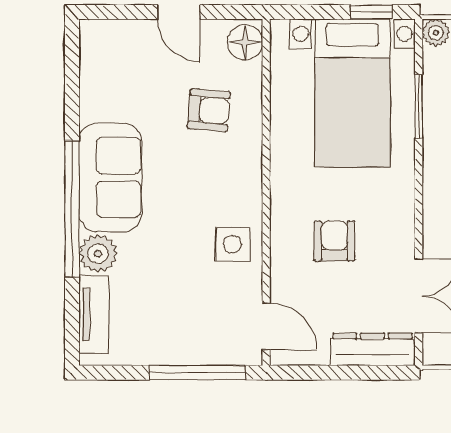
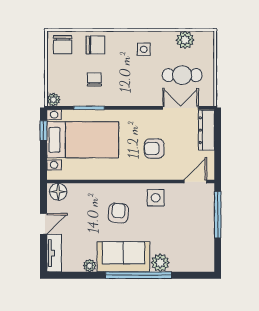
plant: (92, 107) -> (90, 266), added
armchair: (209, 110) -> (118, 213), moved
tv unit: (94, 314) -> (54, 253), moved, turned 90

